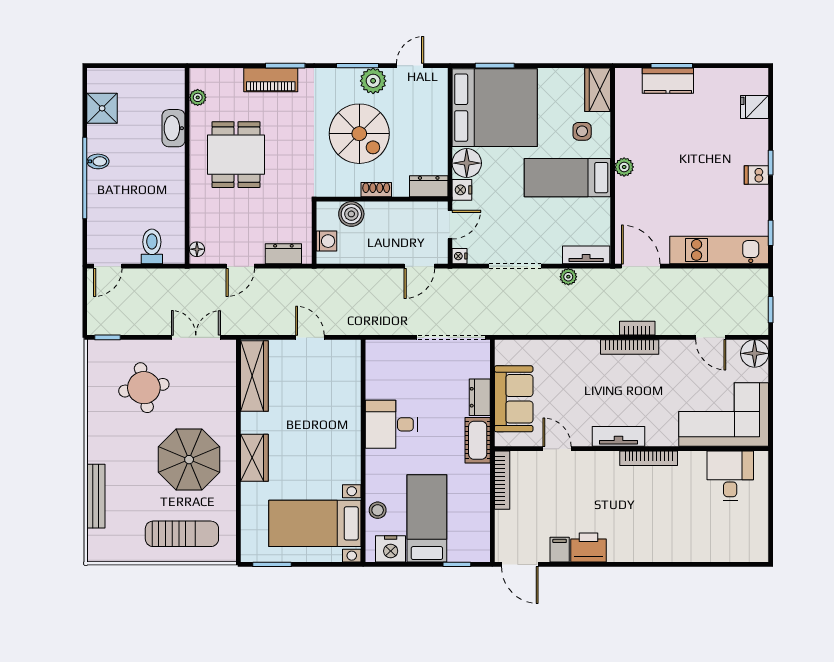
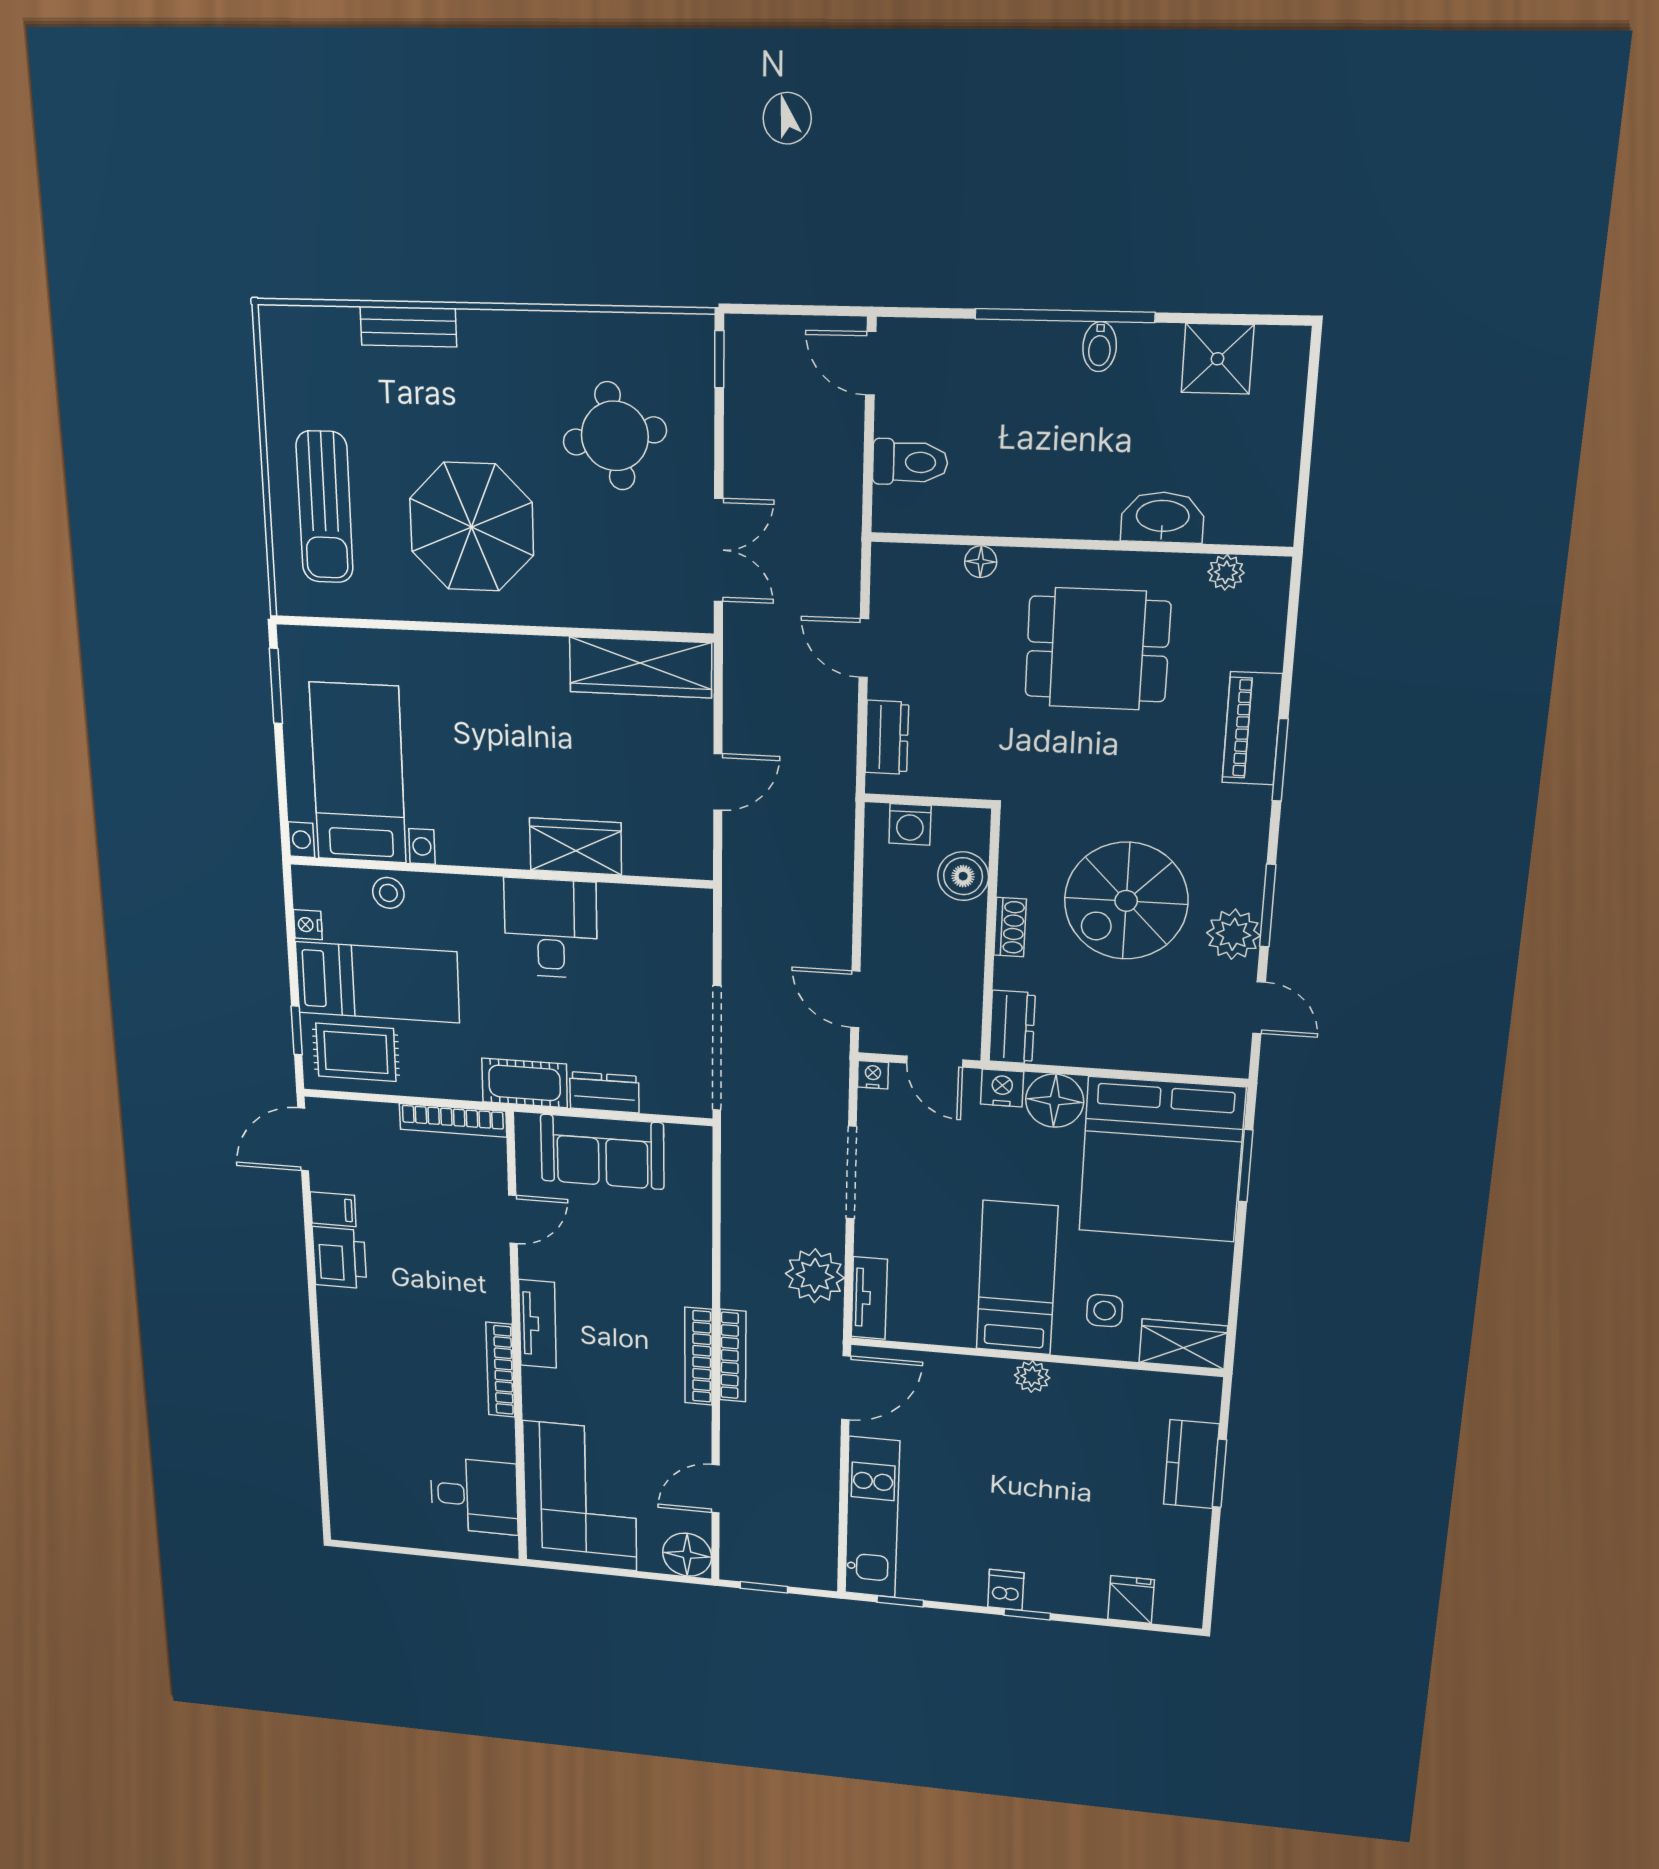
floor lamp: (197, 249) -> (981, 562), moved
plant: (568, 277) -> (815, 1276), width x1.87, depth x1.87
bookcase: (637, 328) -> (733, 1356), width x1.56
wardrobe: (254, 458) -> (576, 846), moved, turned 180
bench: (96, 496) -> (408, 327), width x0.73
rug: (467, 532) -> (356, 1052), added
nightstand: (391, 549) -> (308, 925), width x0.53, depth x0.56

